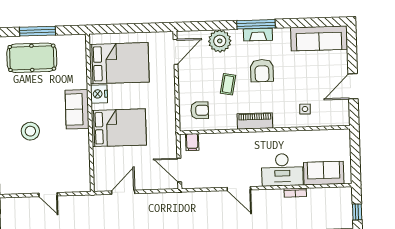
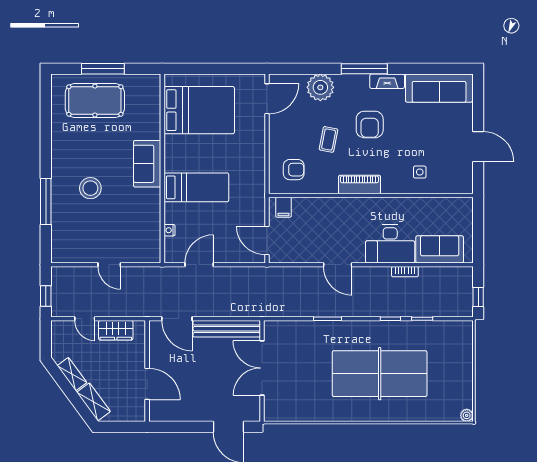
fireplace: (258, 35) -> (387, 81), moved
door: (353, 86) -> (478, 147), swing flipped
nightstand: (99, 94) -> (169, 230), moved, width x0.53, depth x0.56
bed: (119, 128) -> (196, 187), width x0.67

